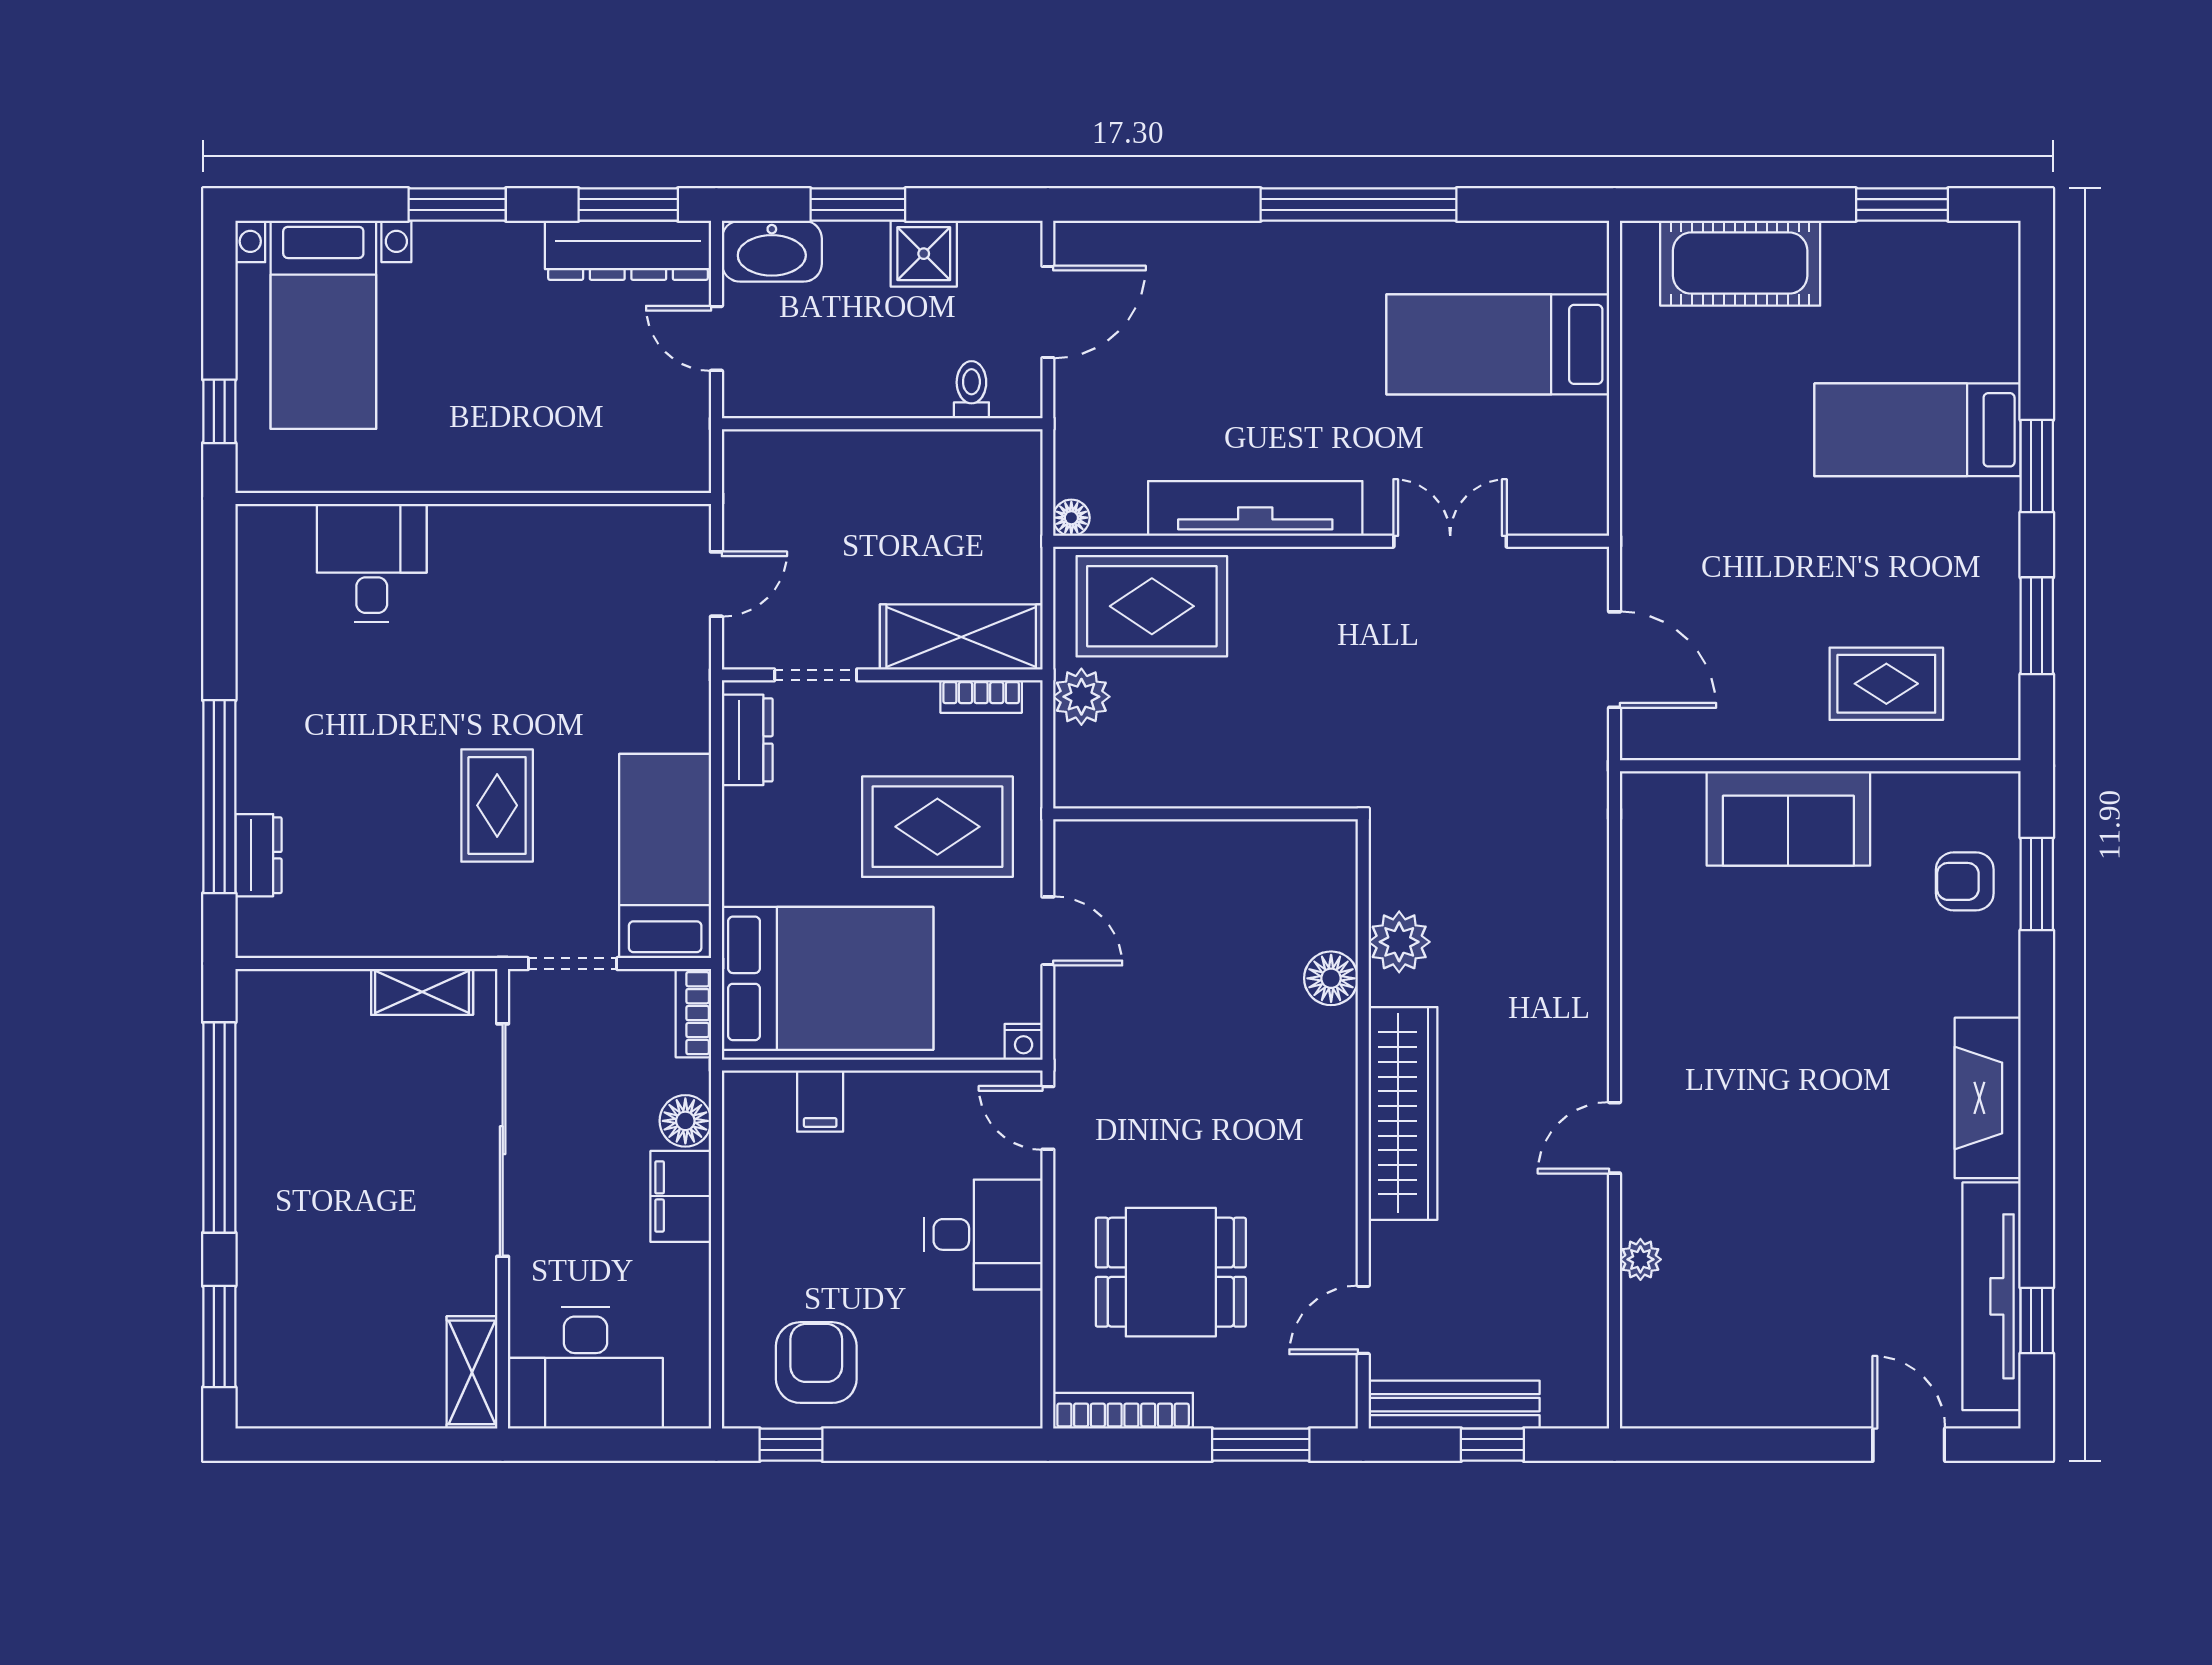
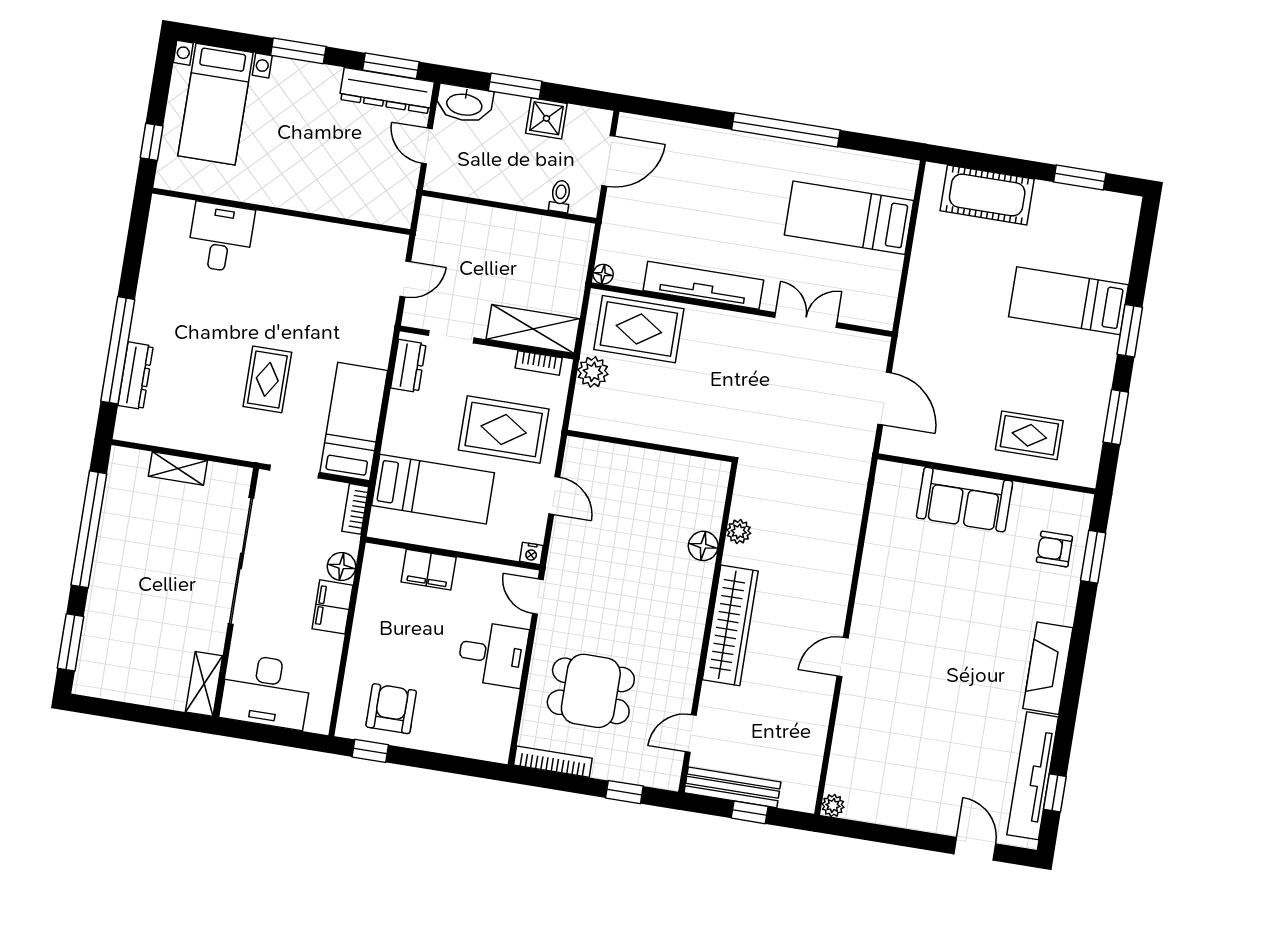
dresser: (258, 855) -> (135, 376), width x1.44
plant: (1399, 942) -> (739, 532), width x0.73, depth x0.73
bed: (828, 978) -> (433, 489), width x0.67
shelving: (422, 992) -> (178, 468), moved
filing cabinet: (820, 1101) -> (429, 570), width x2.00
plant: (1640, 1259) -> (833, 805), moved
window: (1261, 1445) -> (624, 792), width x0.67

